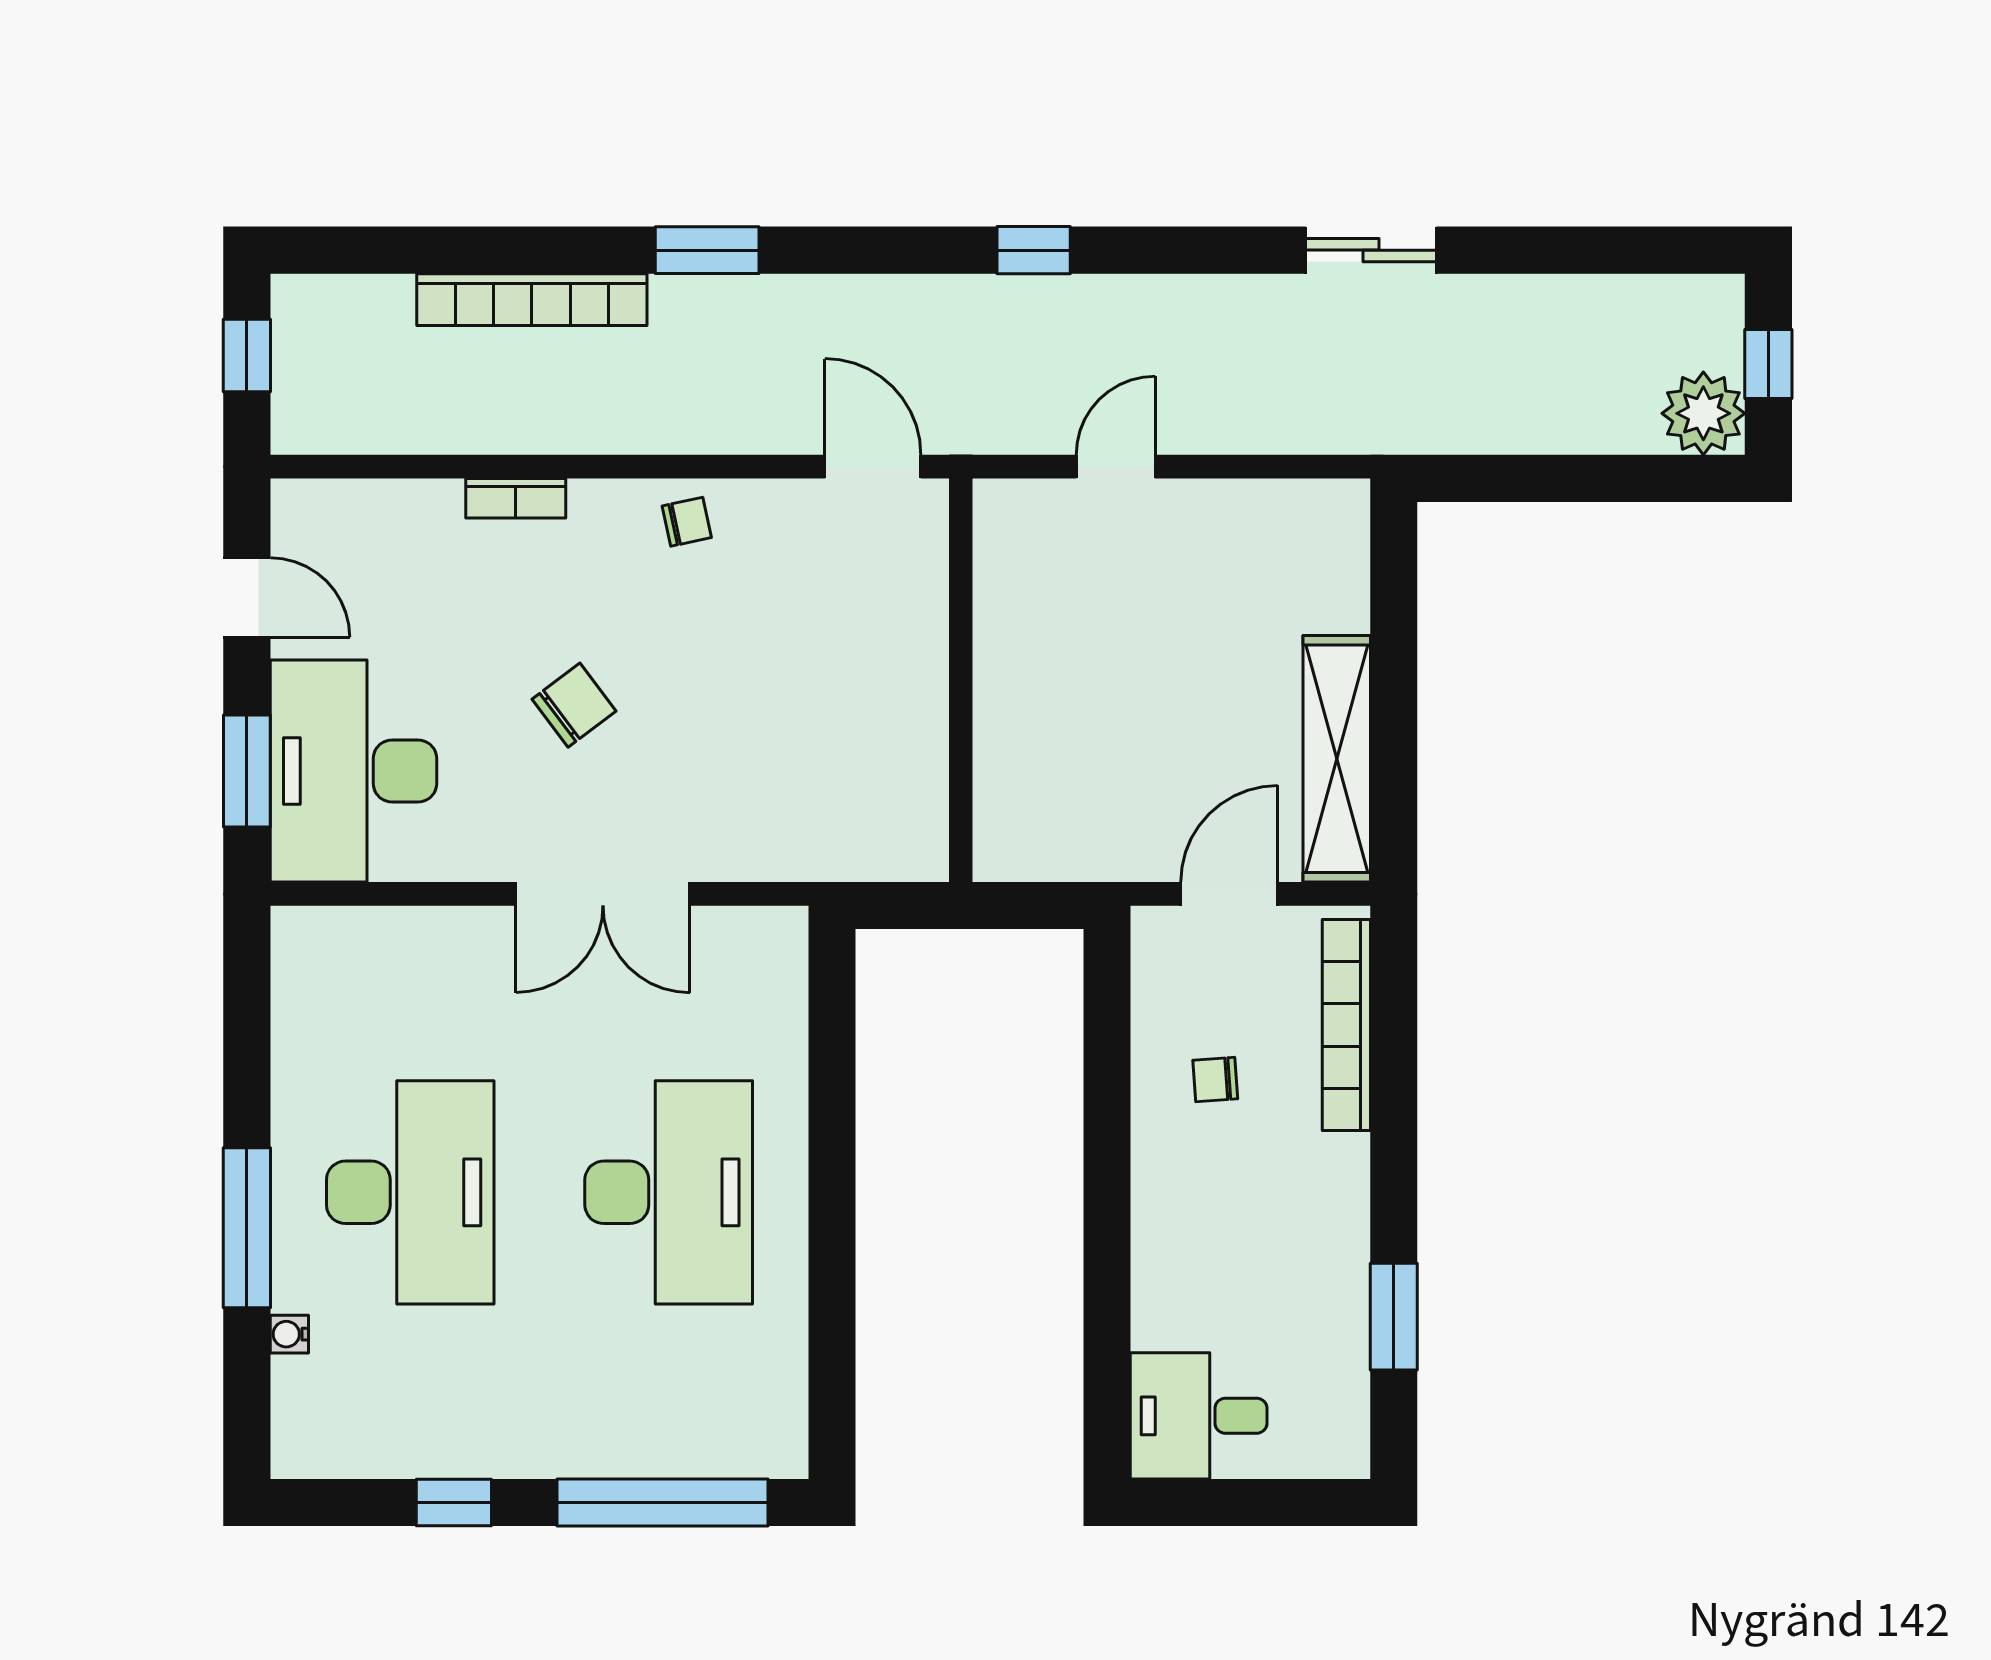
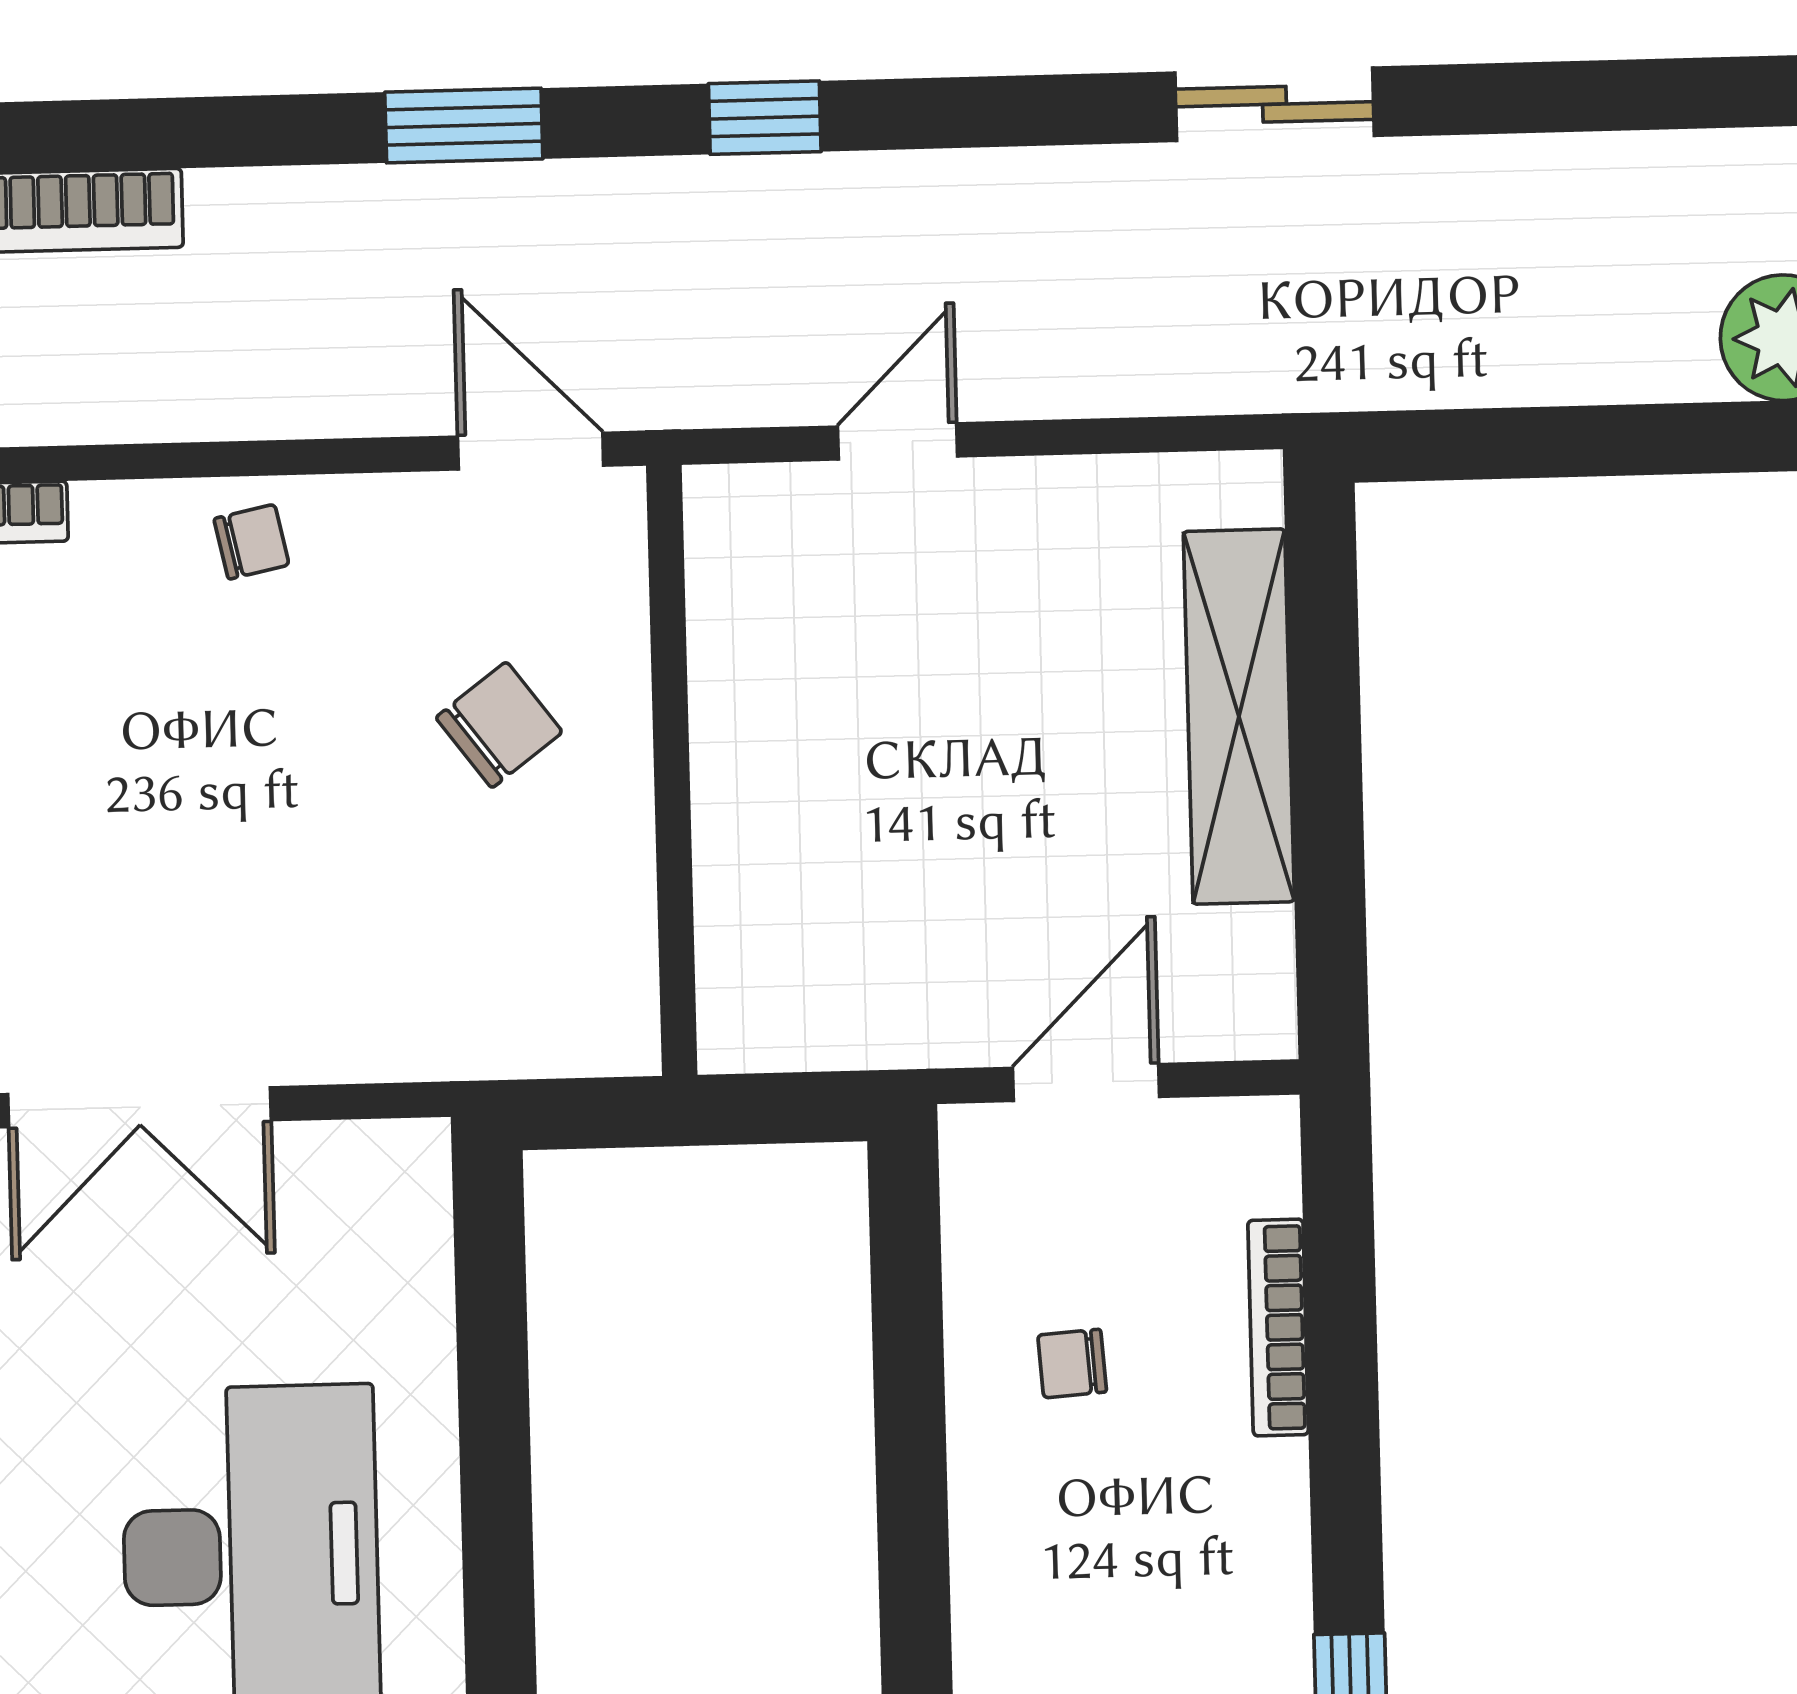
window: (707, 250) -> (464, 125), moved
chair: (574, 705) -> (499, 725), moved
shelving: (1337, 759) -> (1239, 717), moved
bookcase: (1346, 1025) -> (1278, 1328), width x0.68, depth x0.76

